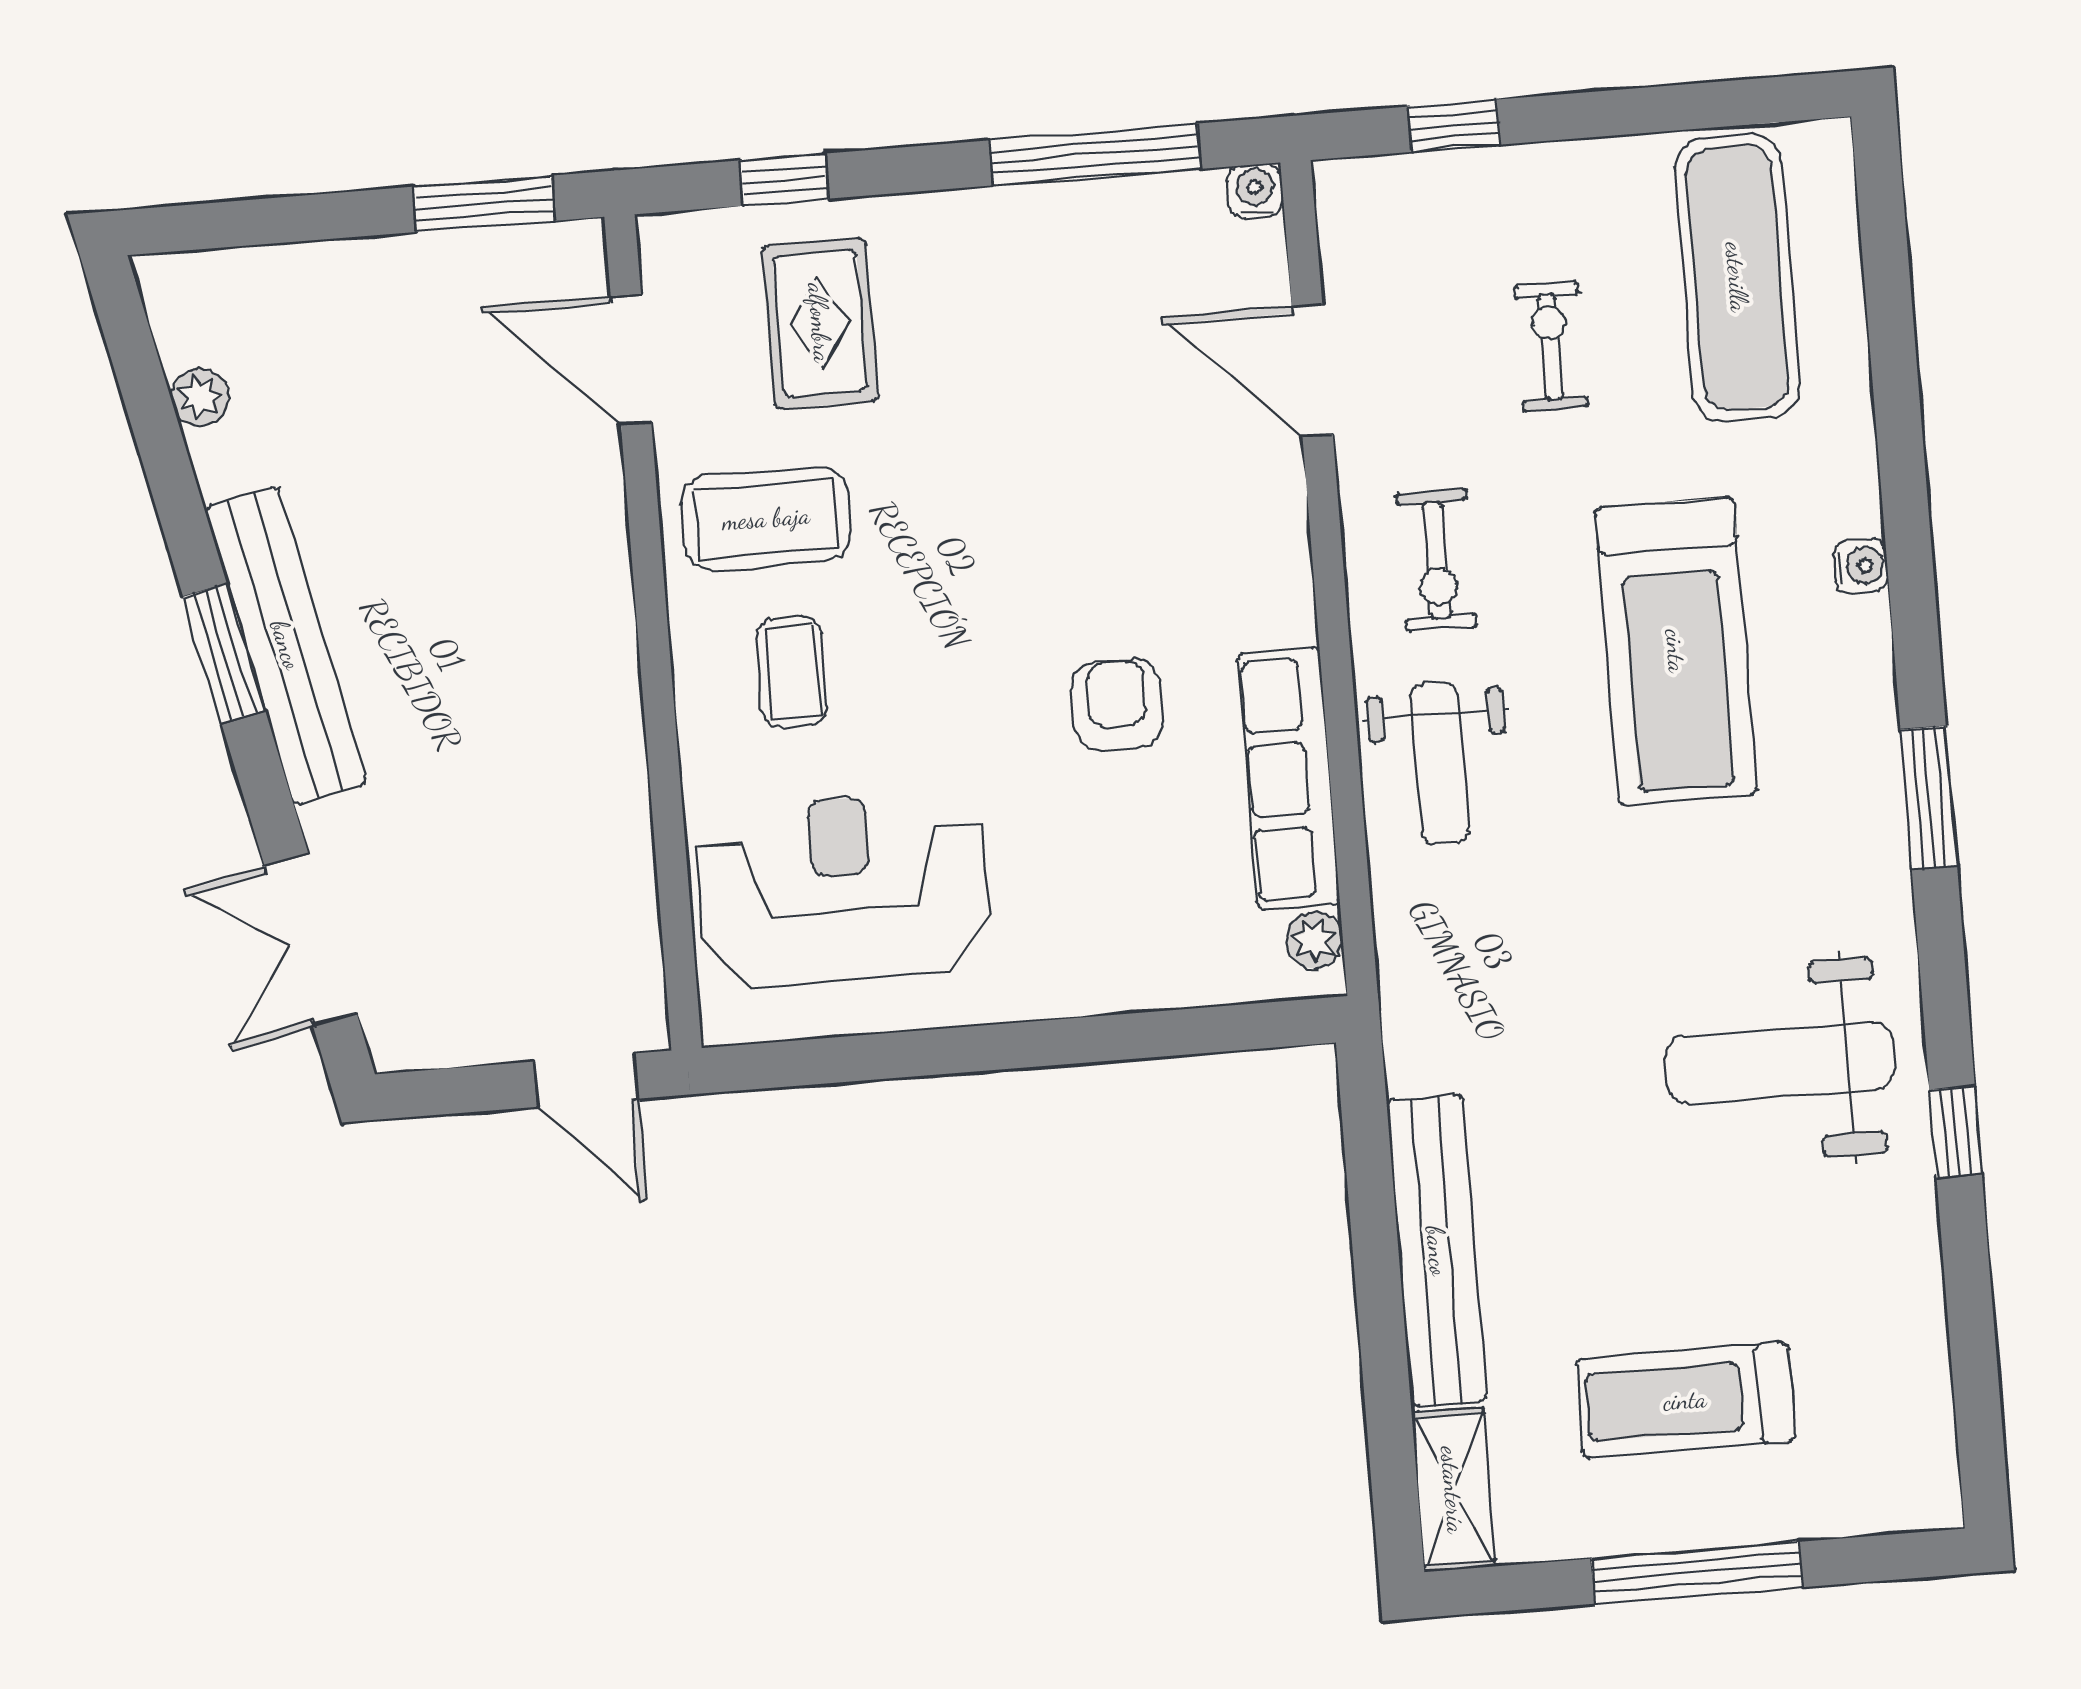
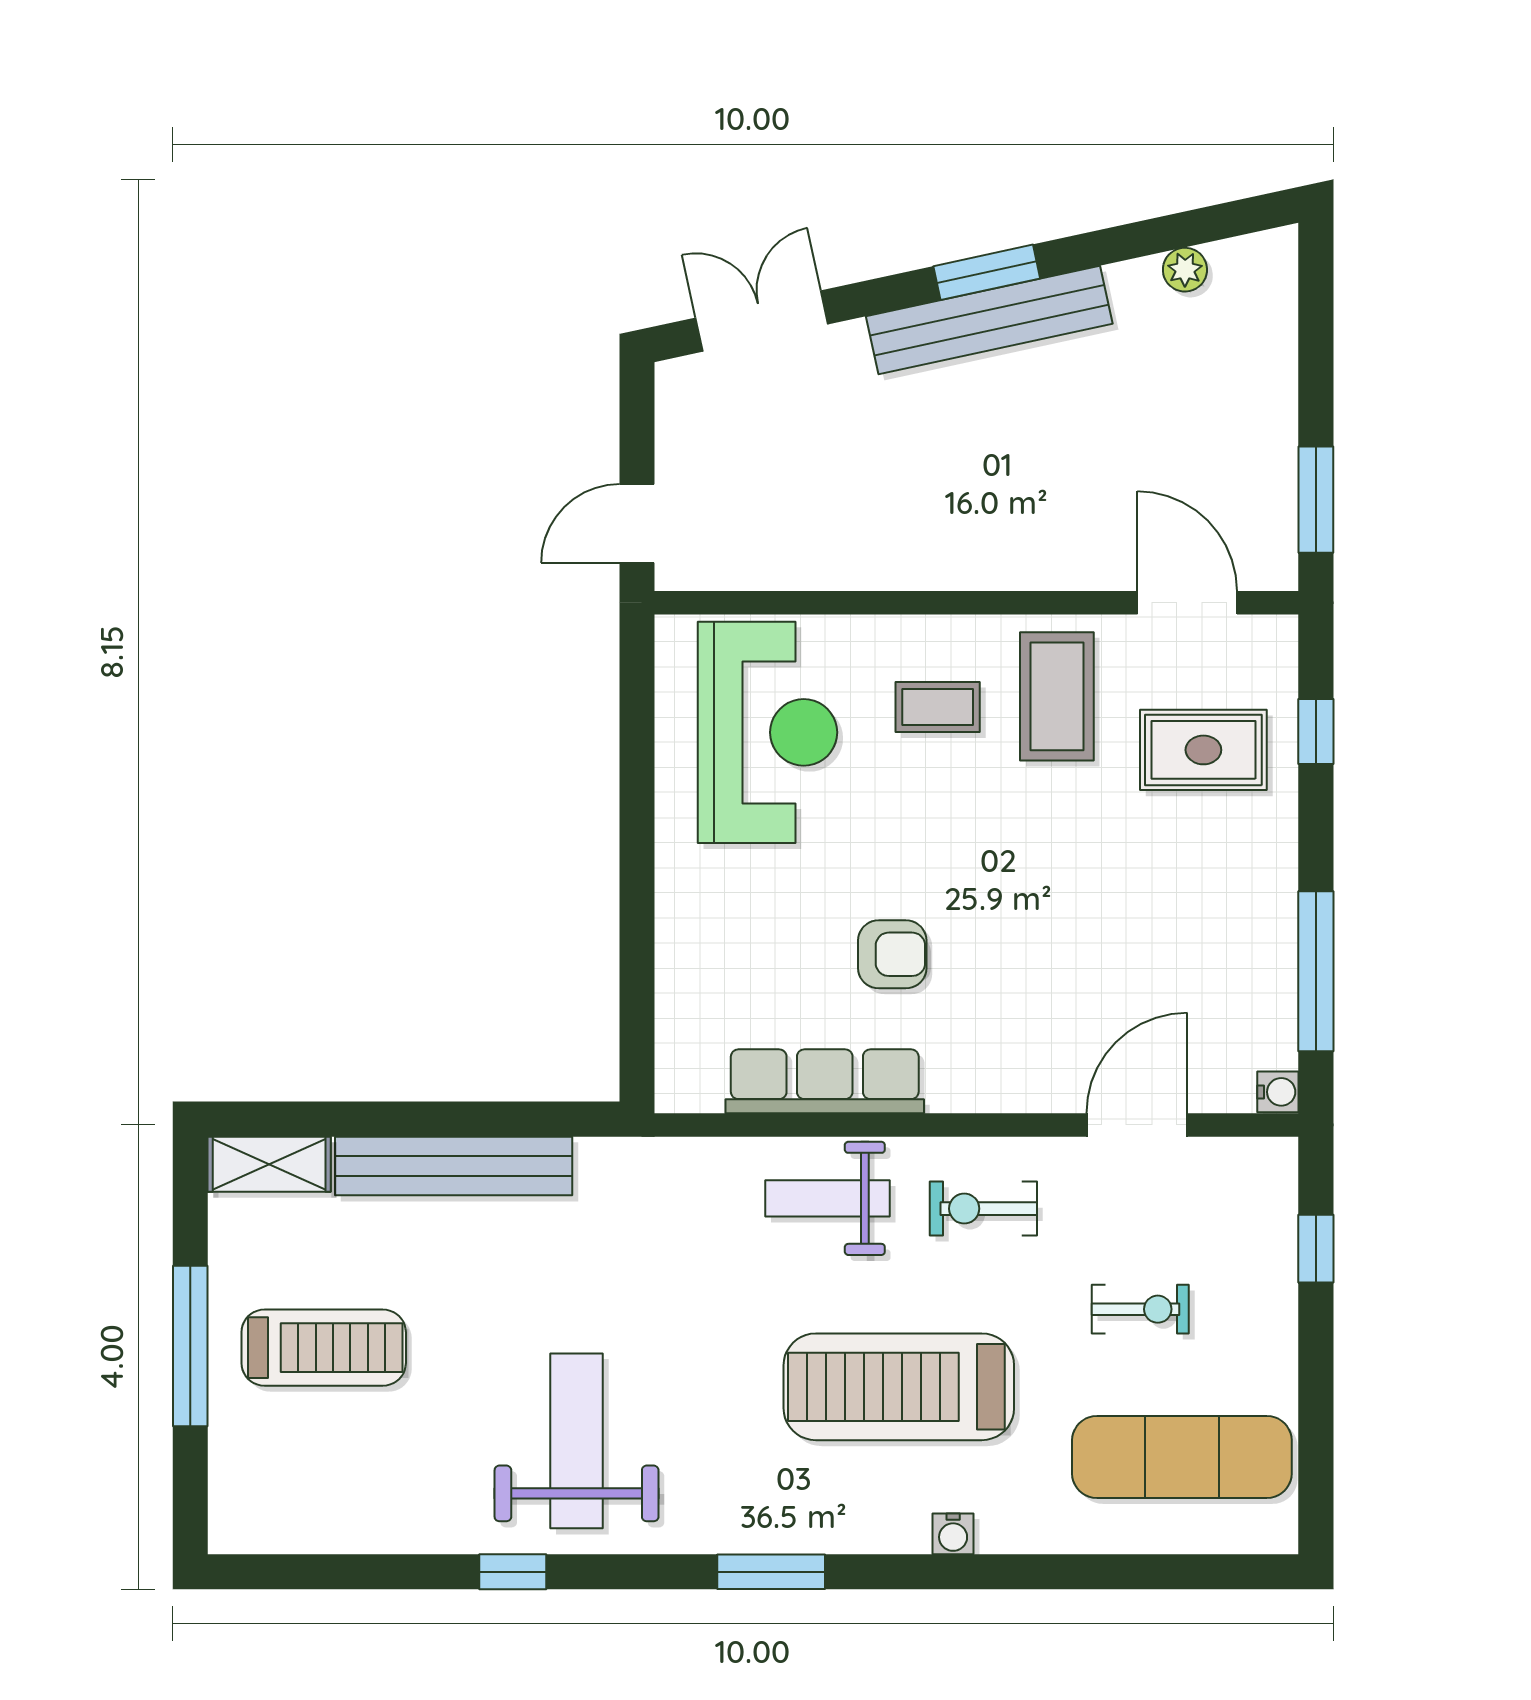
door: (631, 360) -> (1187, 603), hinge flipped
plant: (1315, 940) -> (699, 1092), removed
treadmill: (1685, 1400) -> (324, 1348), turned 90

